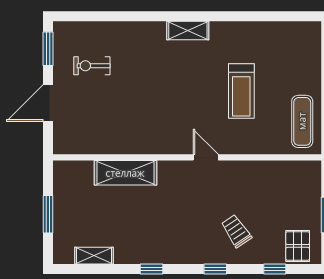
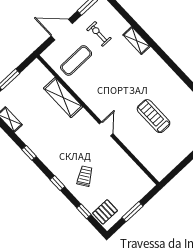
shelving: (188, 31) -> (137, 41), moved
treadmill: (241, 91) -> (154, 116), turned 90
exercise mat: (302, 121) -> (76, 60), moved

